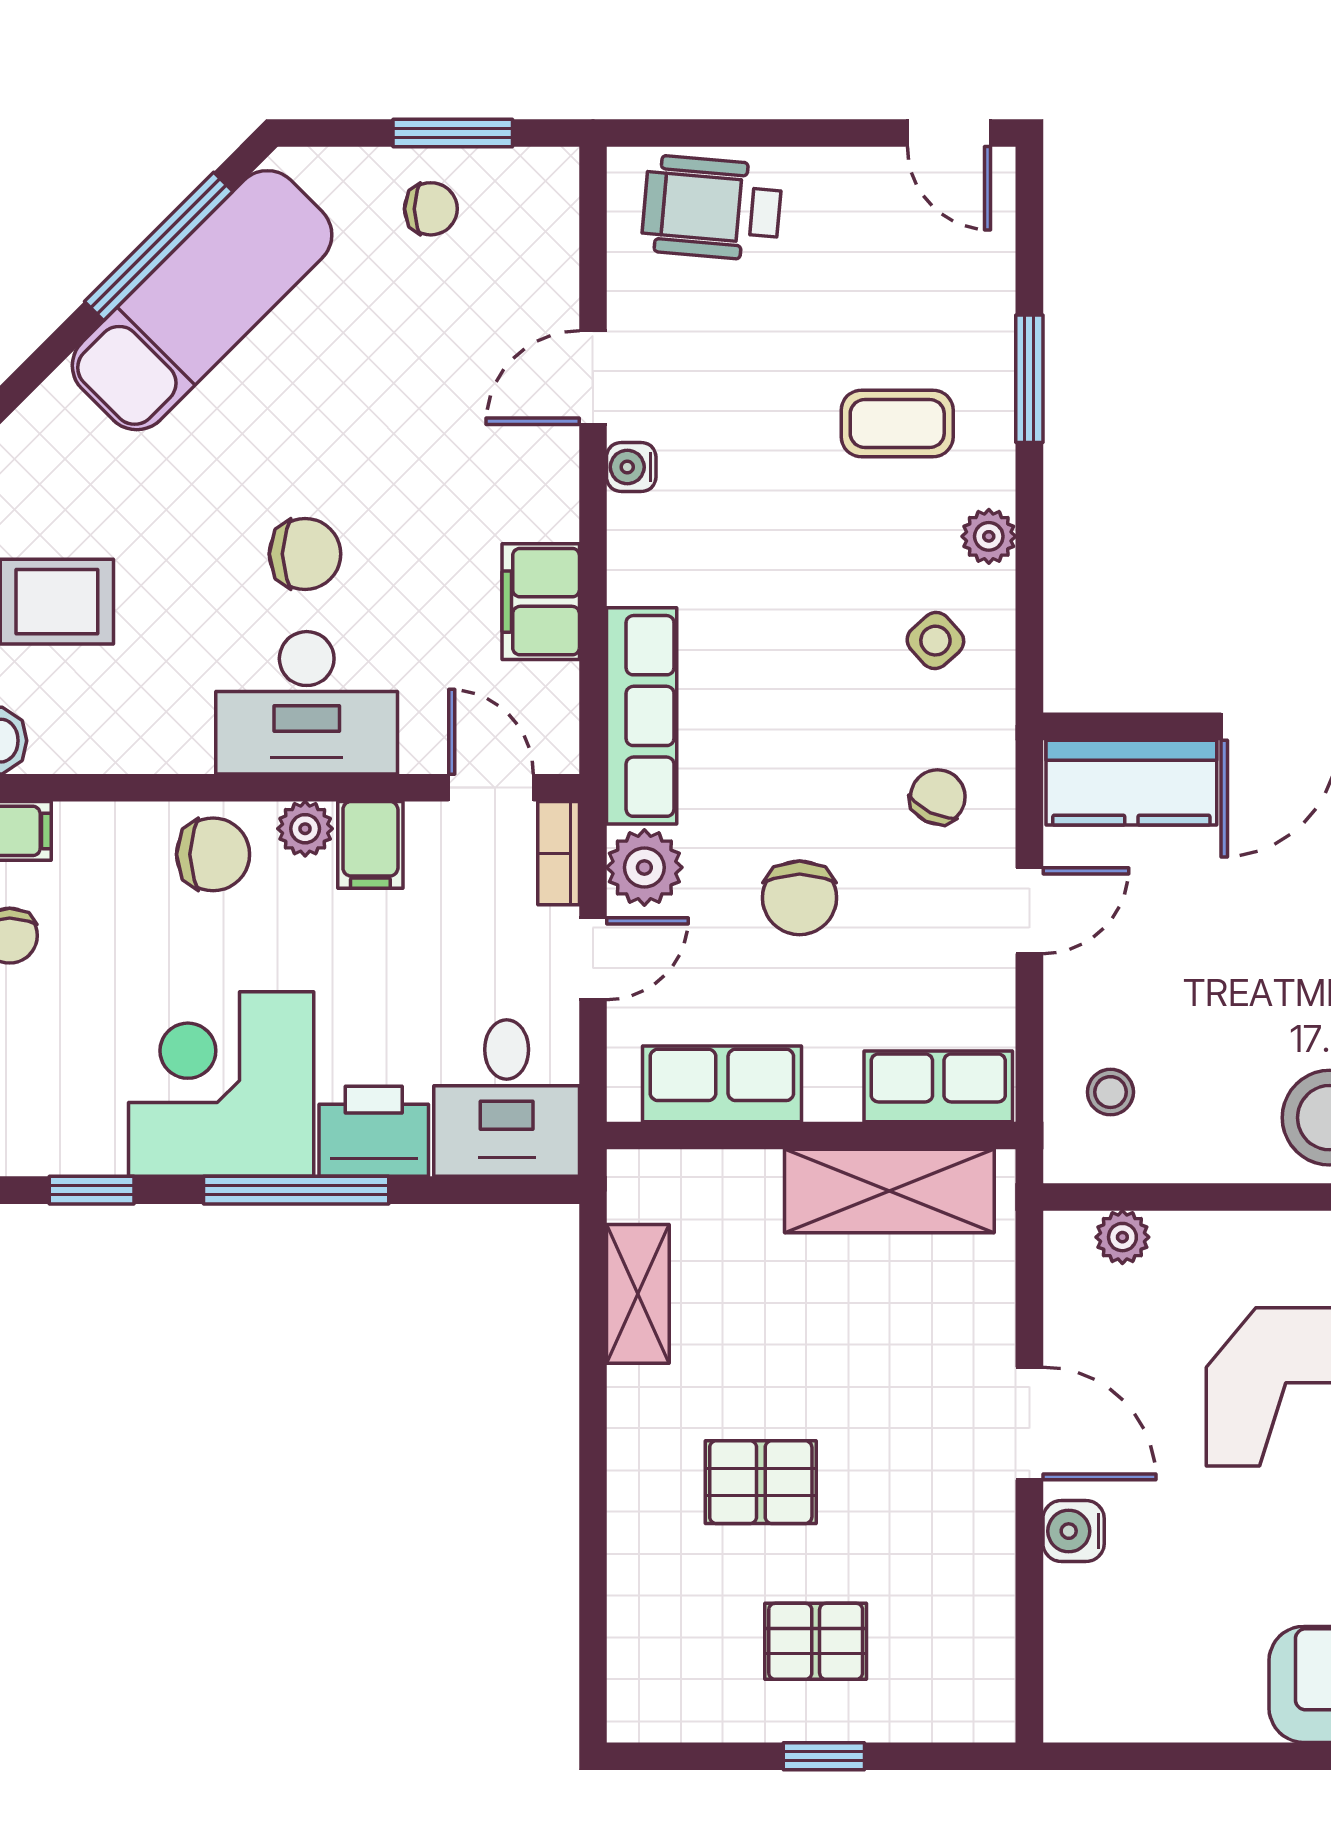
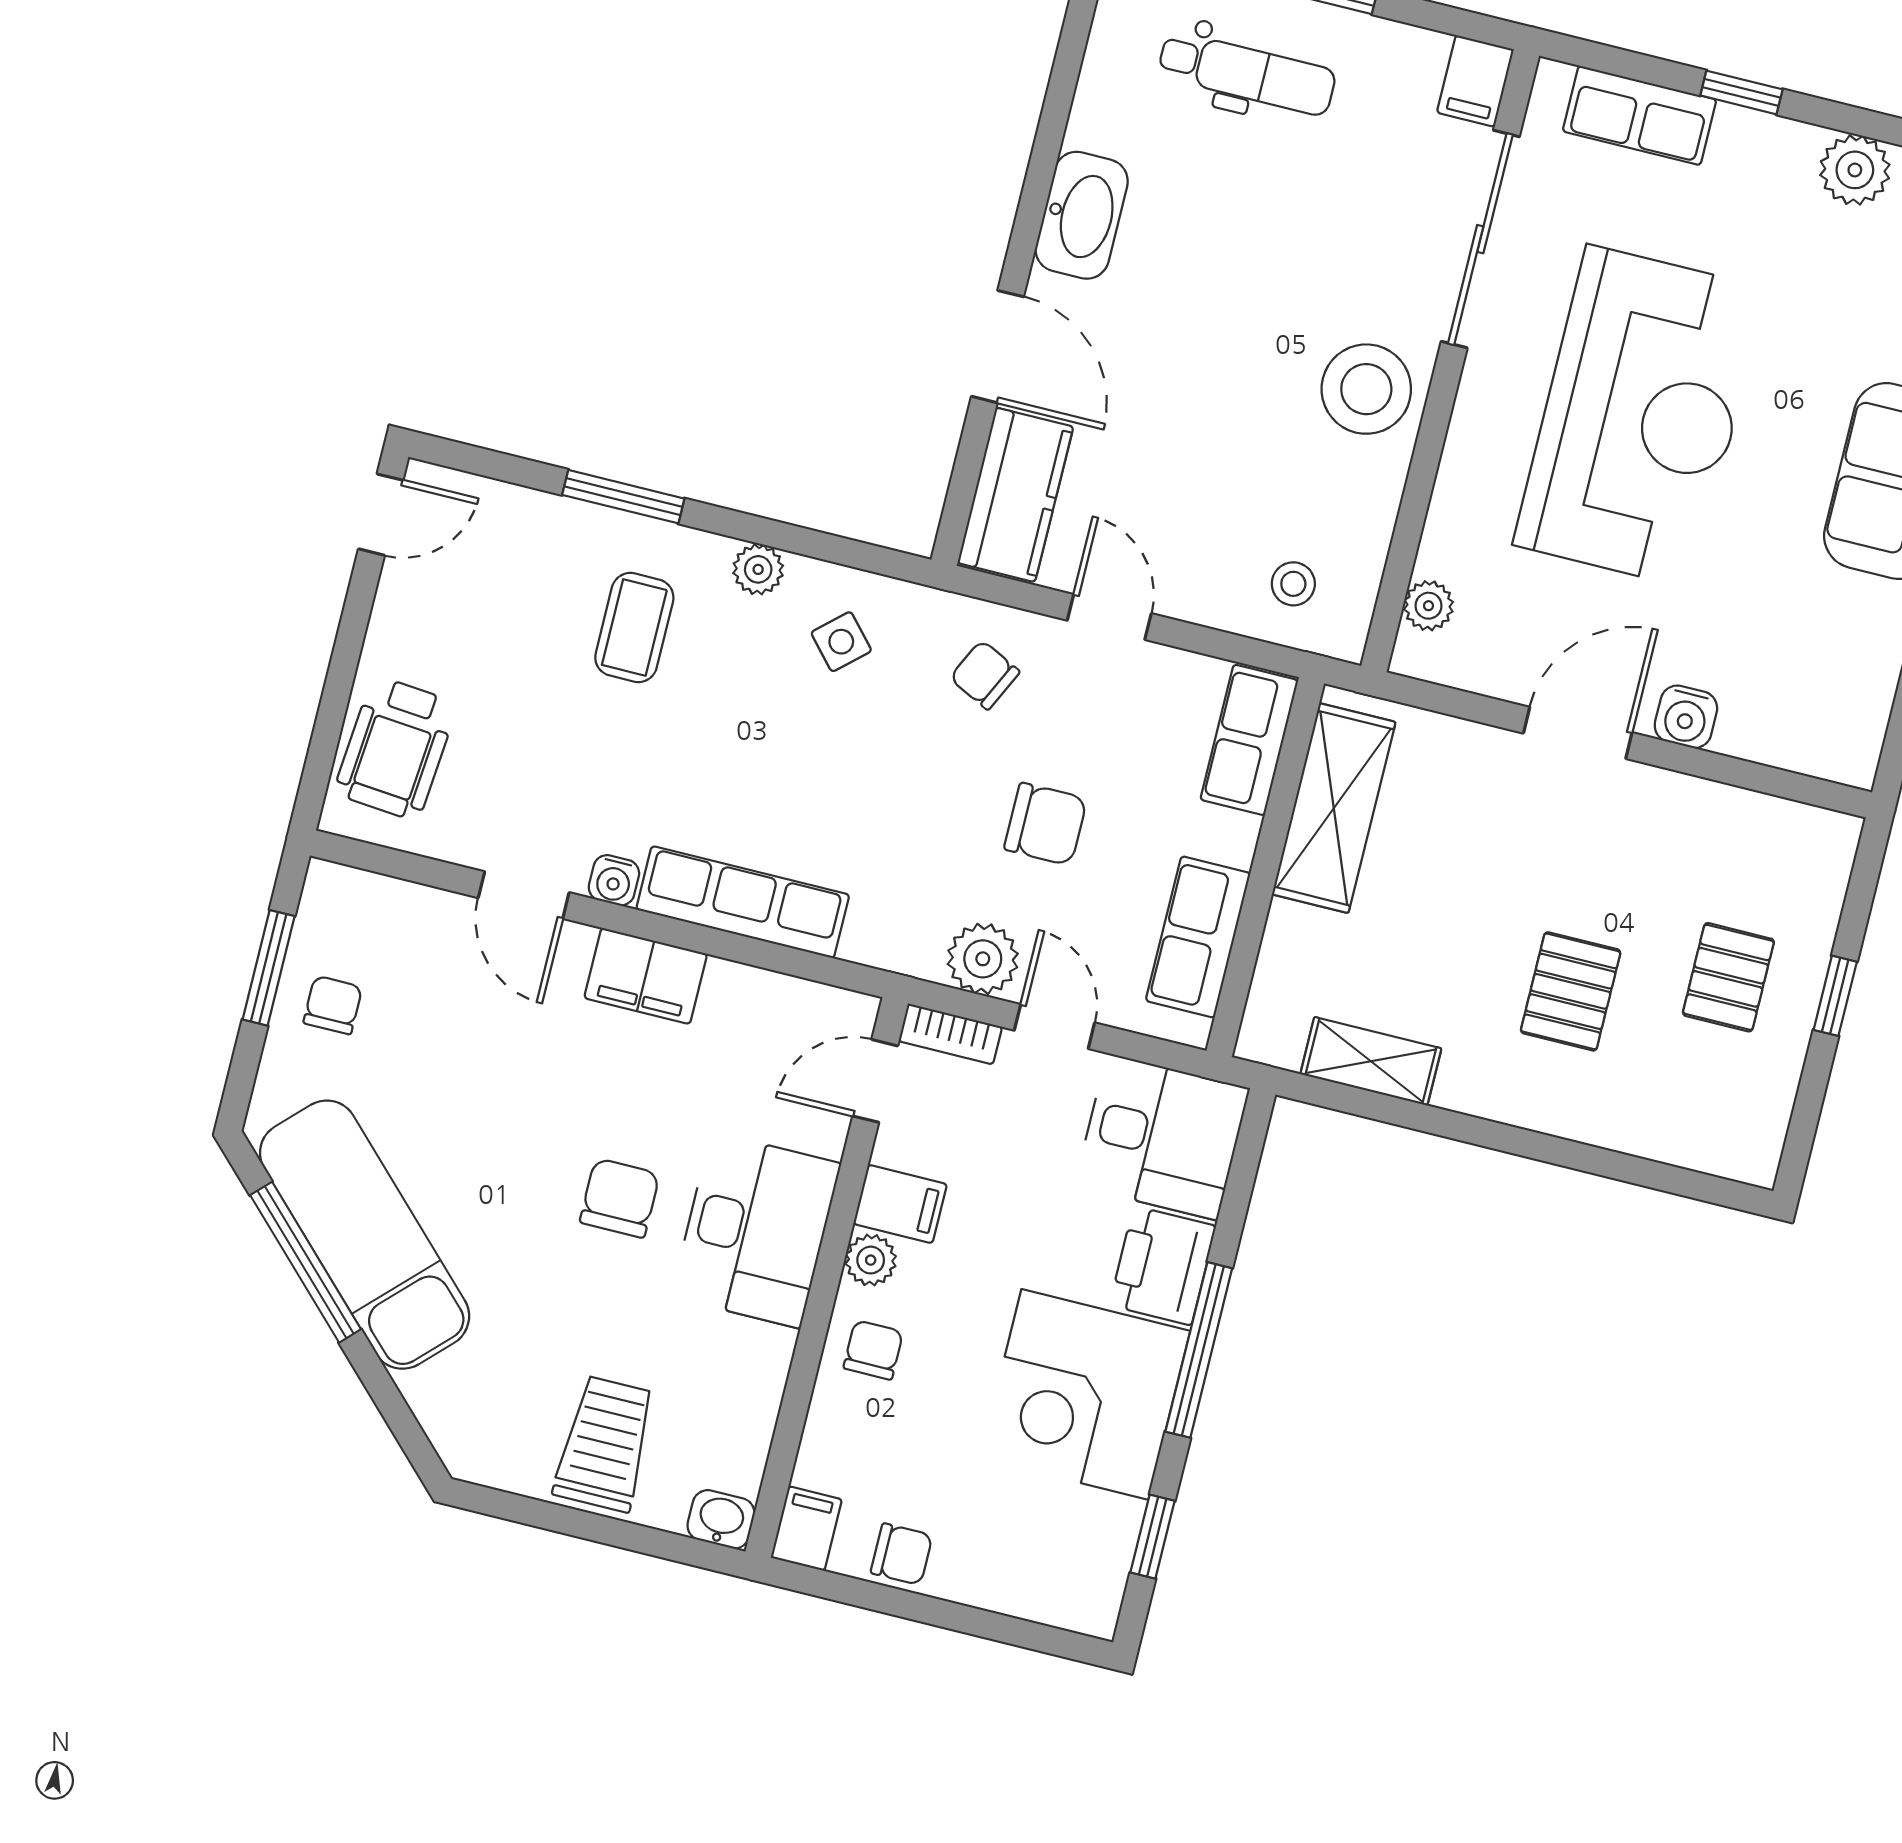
filing cabinet: (541, 602) -> (646, 976), moved
row of seats: (642, 716) -> (743, 902), moved
chair: (213, 854) -> (873, 1350), width x0.73, depth x0.73

